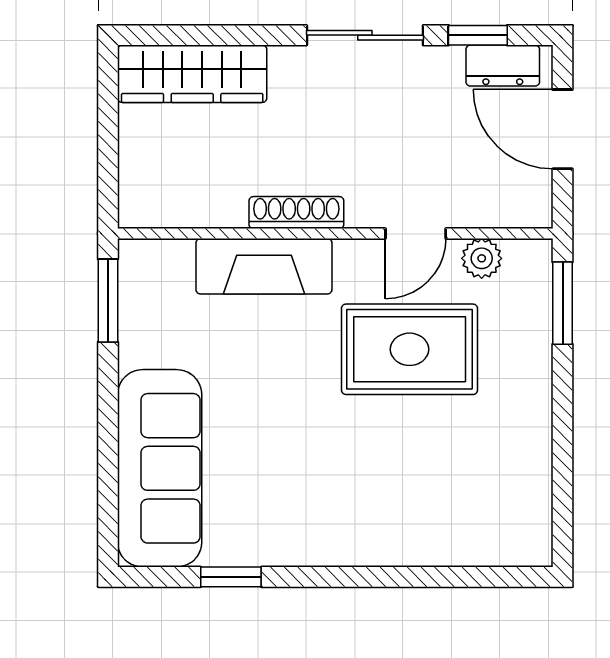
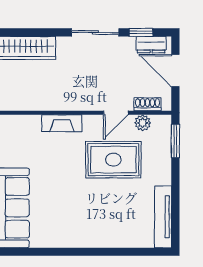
shoe rack: (296, 213) -> (147, 104), moved, width x0.70
fireplace: (264, 266) -> (62, 123), width x0.73, depth x0.76
tv unit: (532, 491) -> (163, 217), added
window: (231, 577) -> (41, 252), removed

